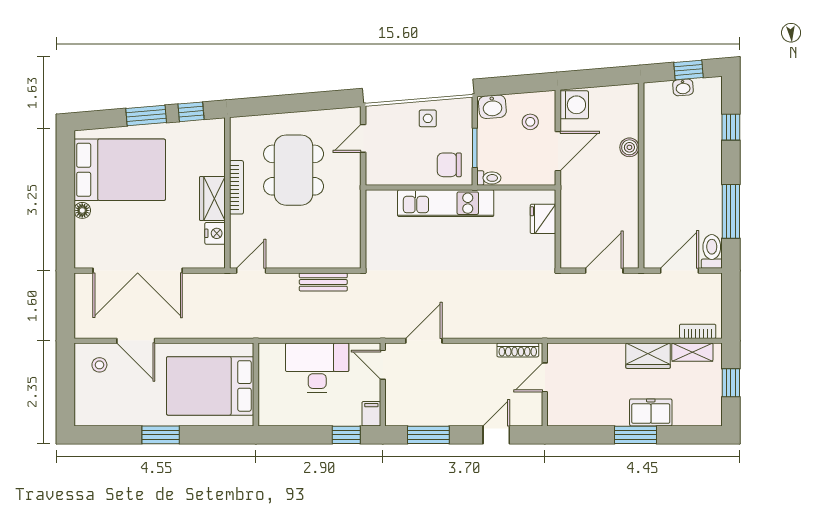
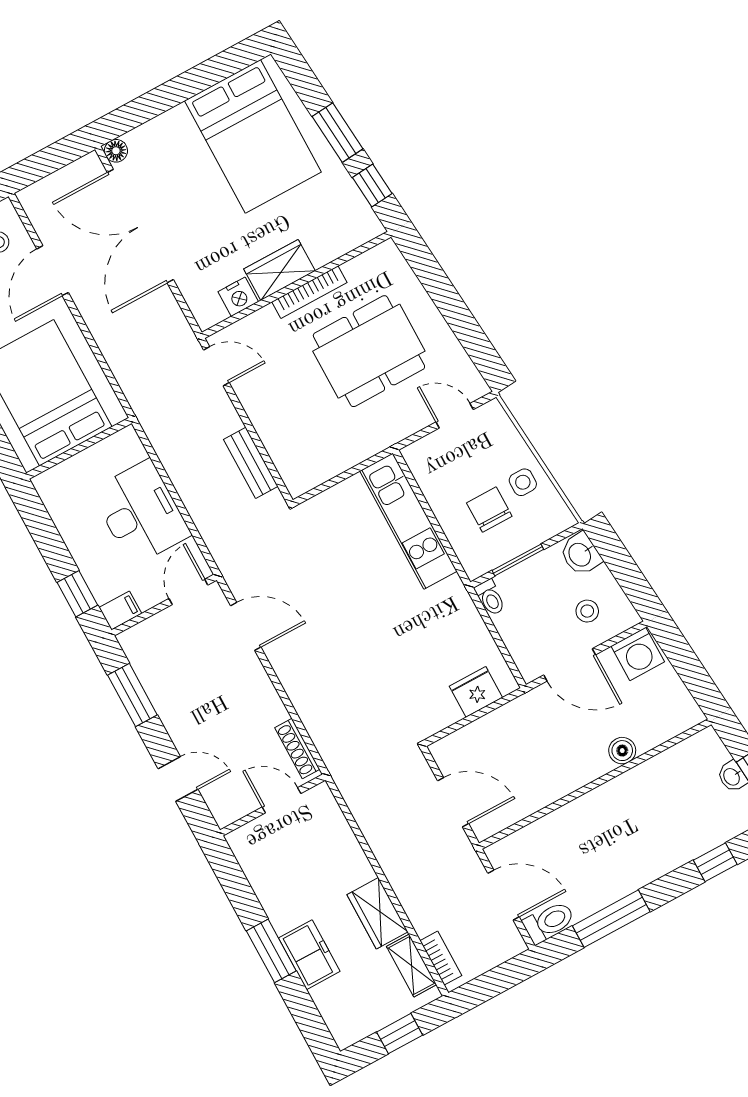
chair: (449, 165) -> (489, 510), moved
kitchen unit: (446, 203) -> (408, 521), moved
floor lamp: (82, 210) -> (116, 151), moved

